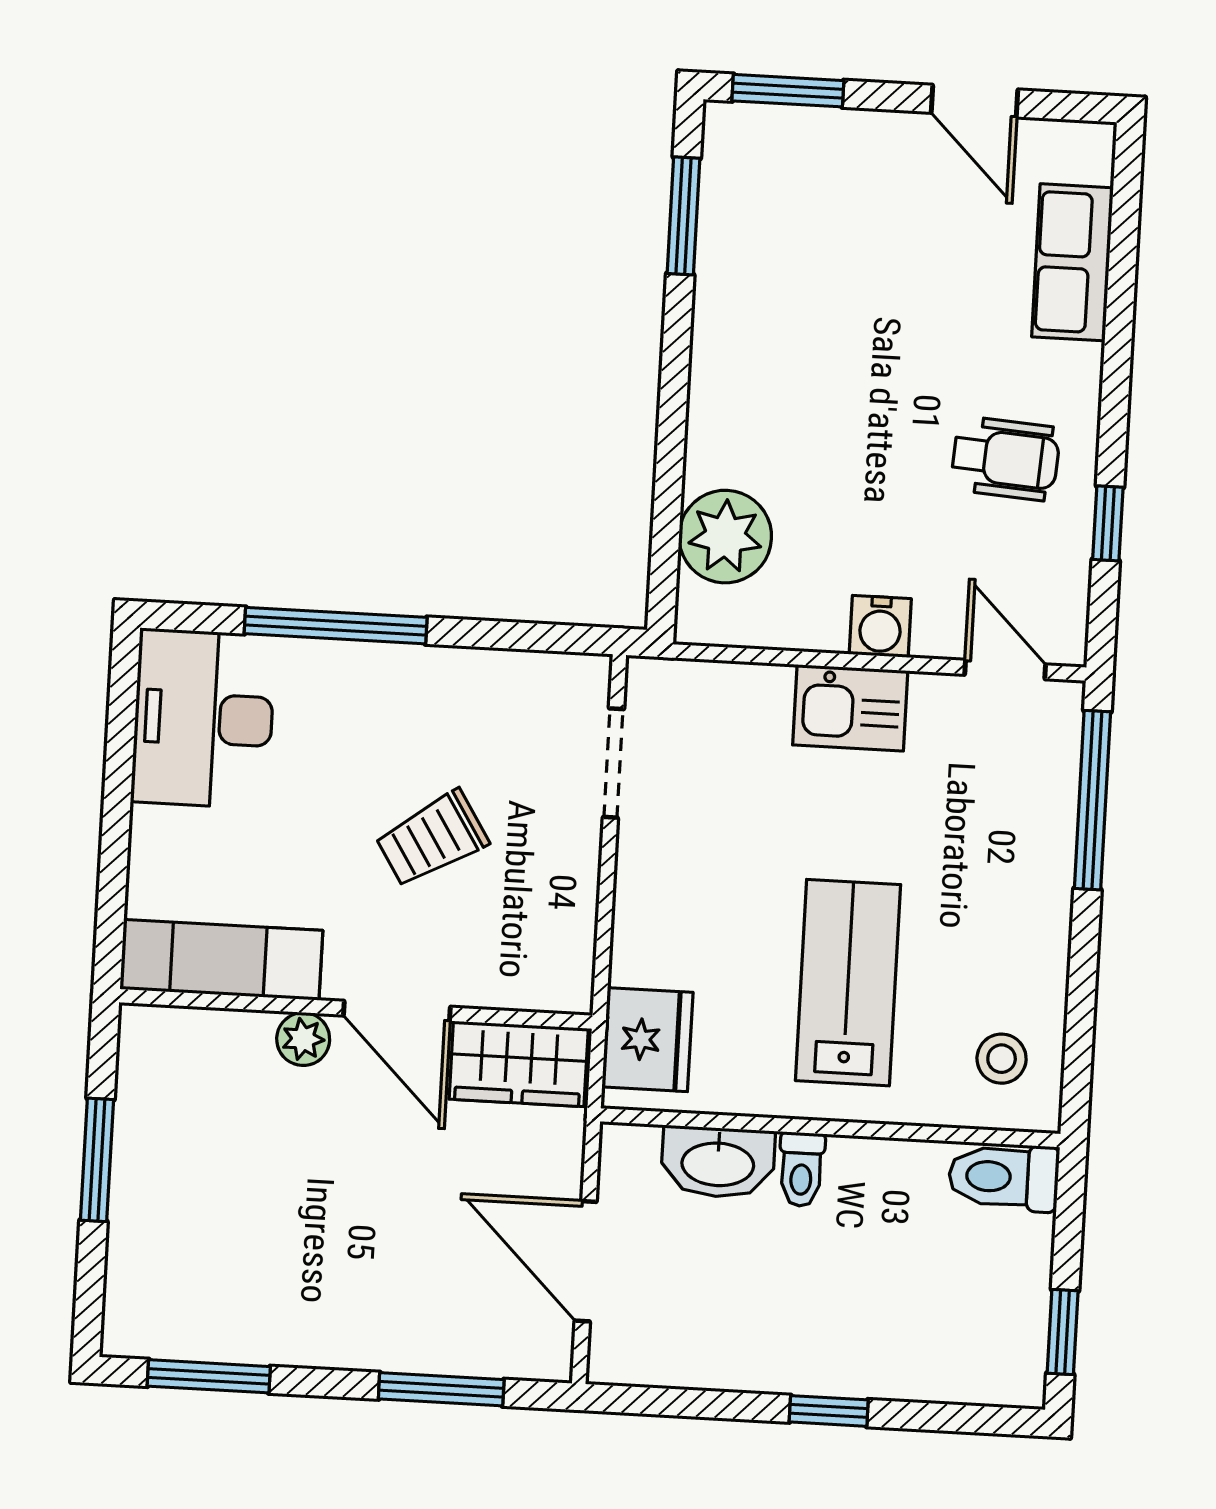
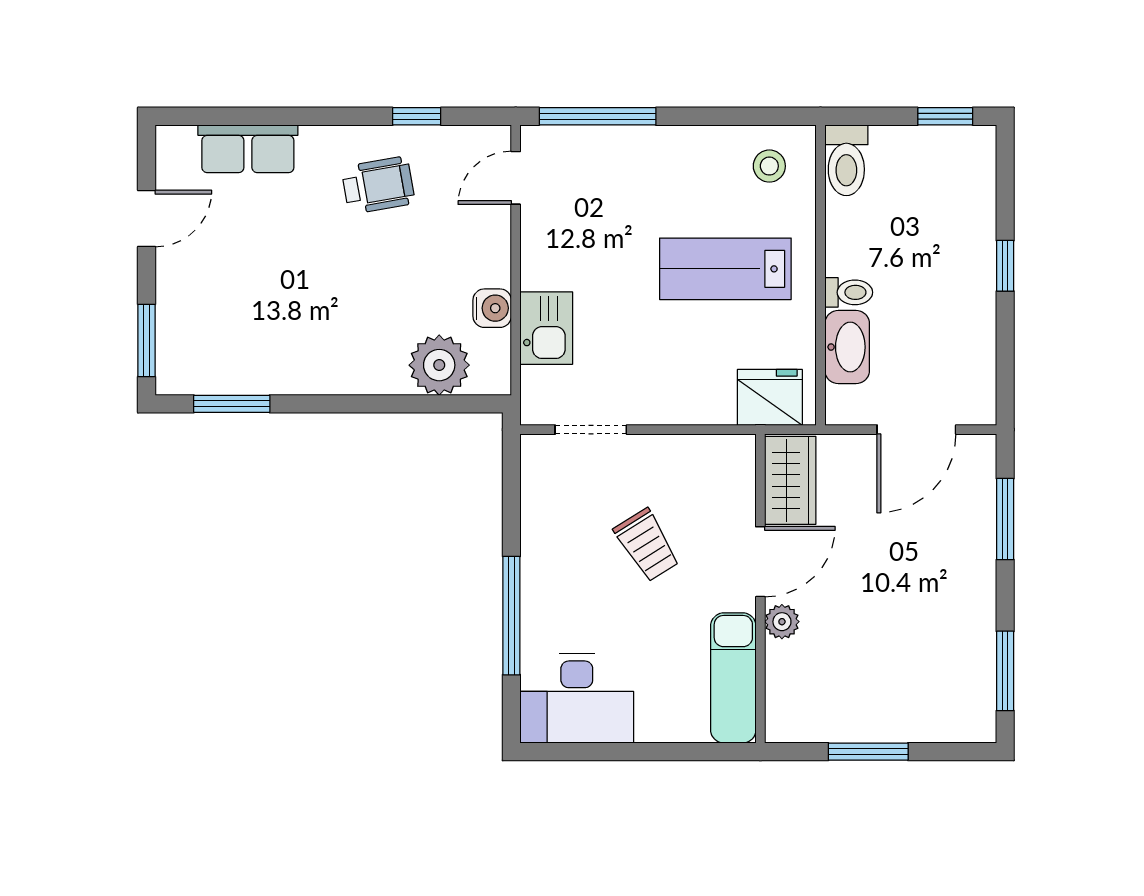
wheelchair: (1006, 459) -> (378, 185), turned 76
water cooler: (880, 626) -> (492, 308), moved
kitchen sink: (850, 708) -> (546, 328), moved

